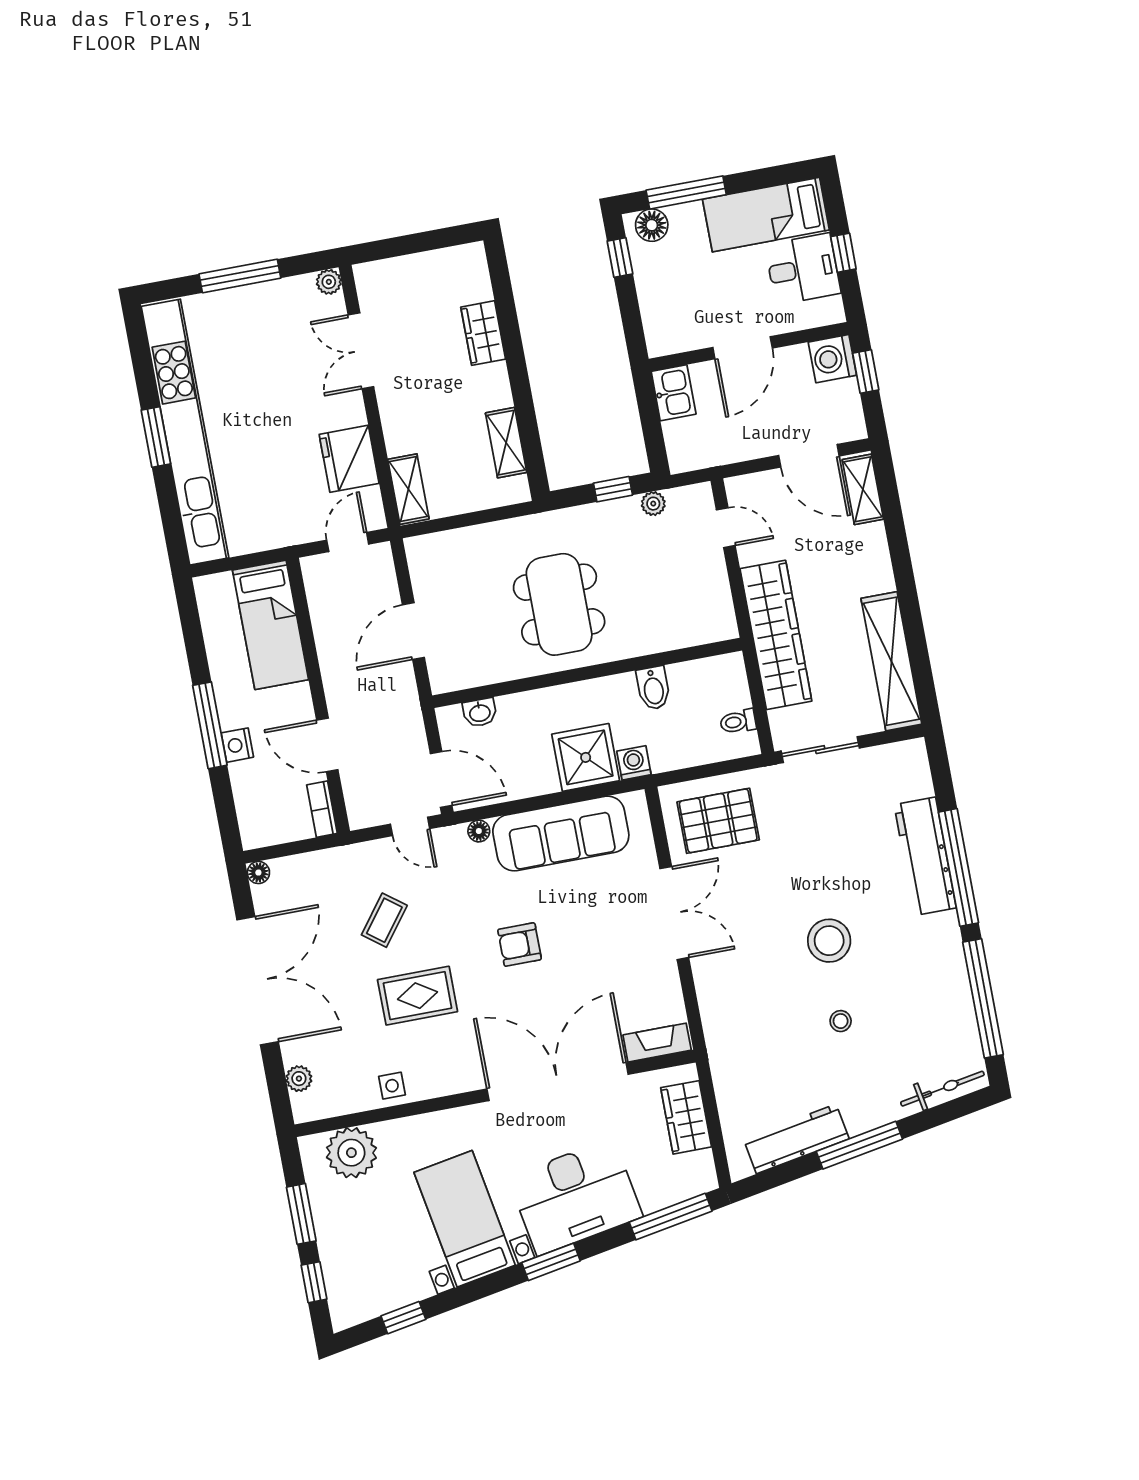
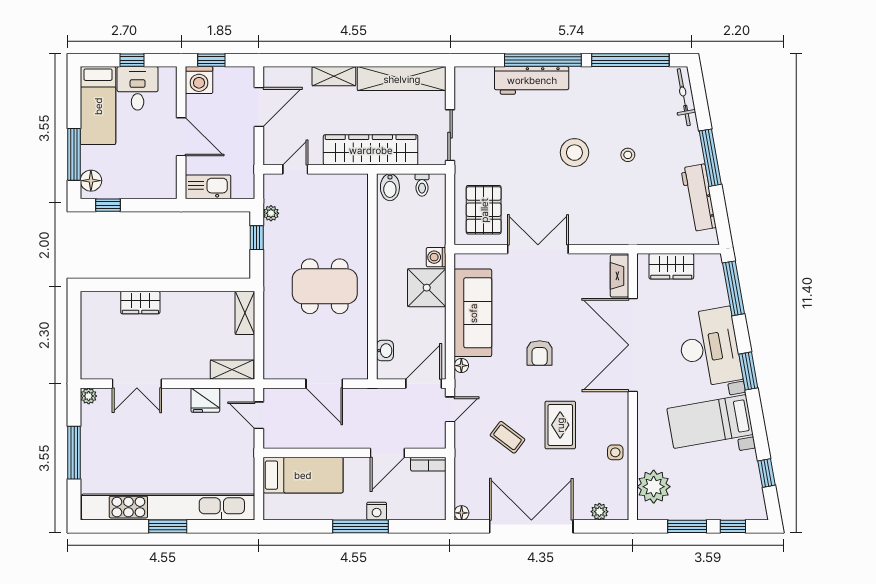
kitchen sink: (674, 393) -> (208, 187), width x1.38
shelving: (506, 443) -> (245, 313), moved, turned 90
fridge: (349, 459) -> (205, 400), width x0.73, depth x0.75
shelving: (863, 489) -> (334, 76), moved
bidet: (653, 688) -> (390, 187), moved, turned 90

